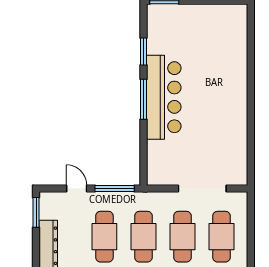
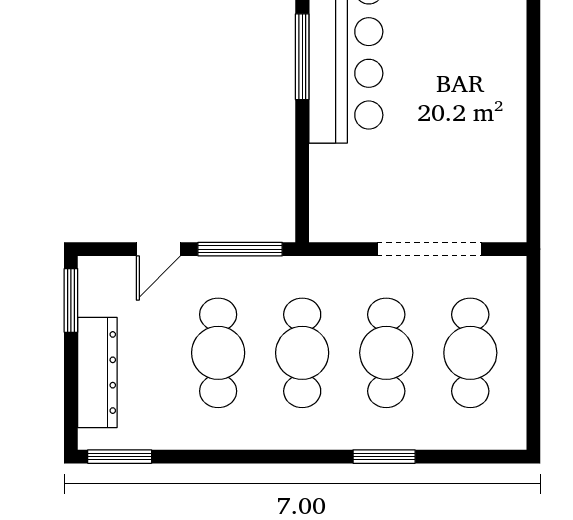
door: (77, 188) -> (158, 249), swing flipped

